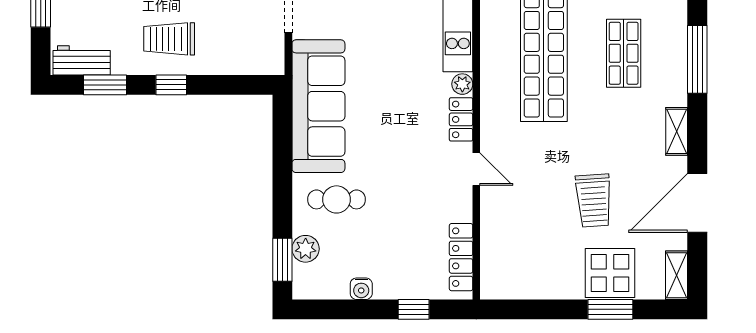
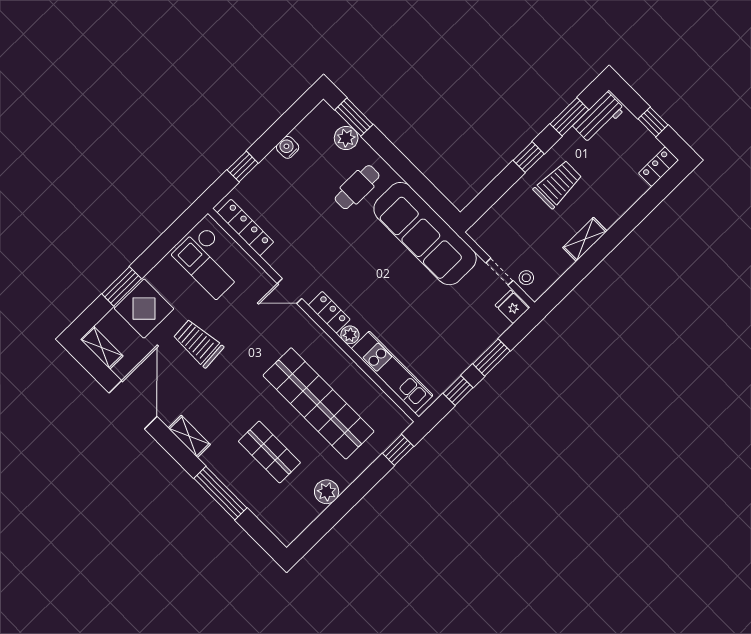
checkout: (518, 258) -> (210, 262), added

